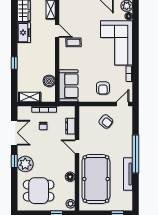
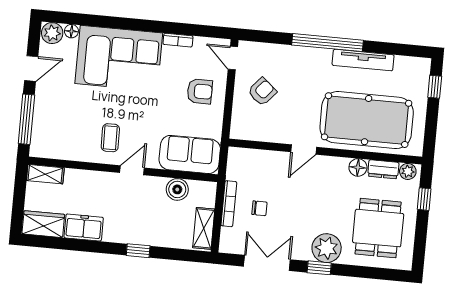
door: (57, 31) -> (132, 170), moved
dresser: (70, 126) -> (383, 169), moved

